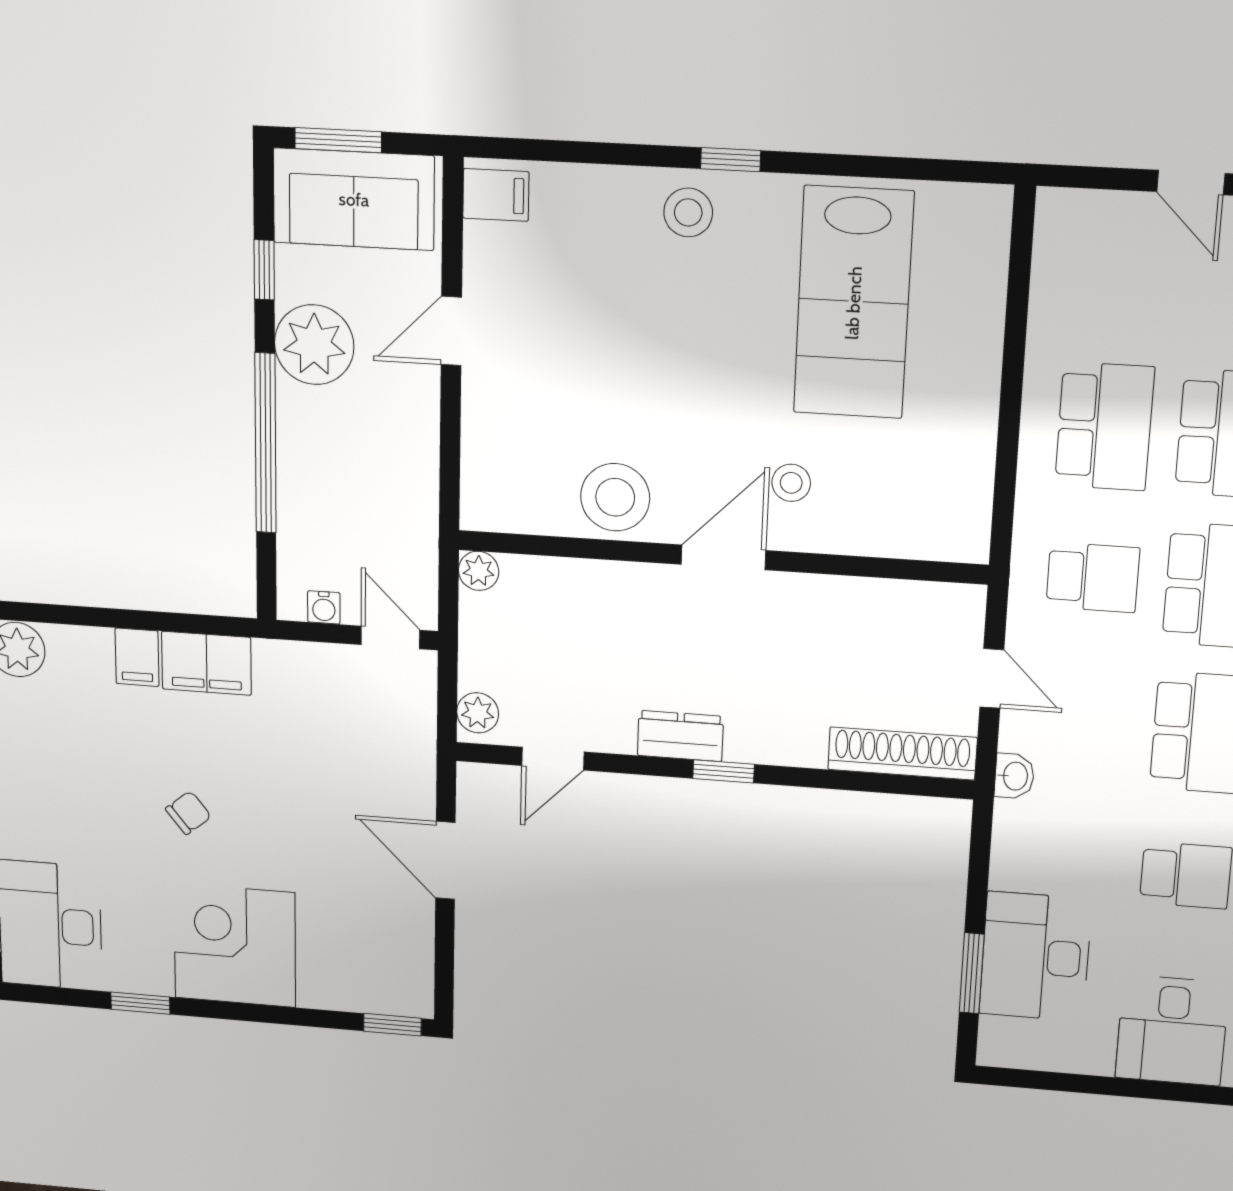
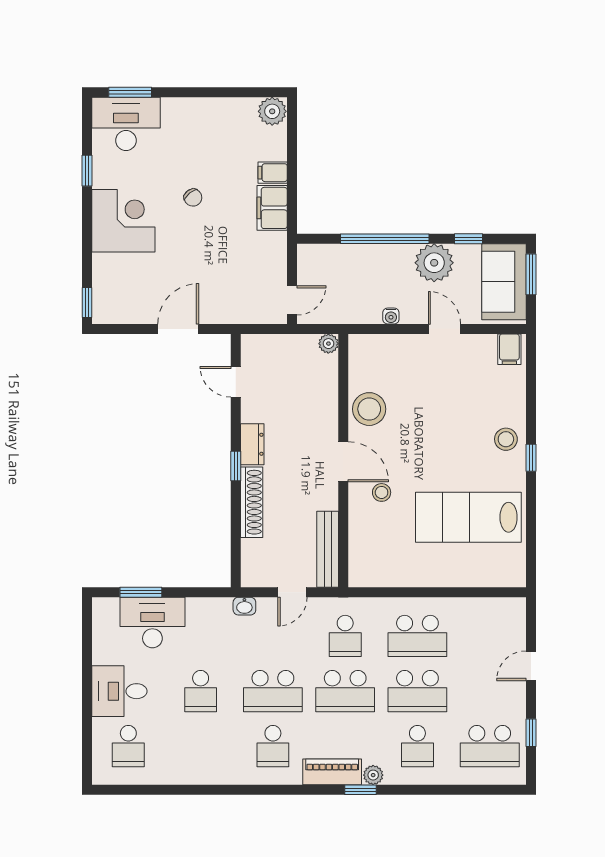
bench: (906, 601) -> (328, 549), added
water cooler: (324, 607) -> (391, 316), moved, turned -90
plant: (478, 713) -> (257, 344), removed
shoe rack: (902, 753) -> (252, 502), moved

